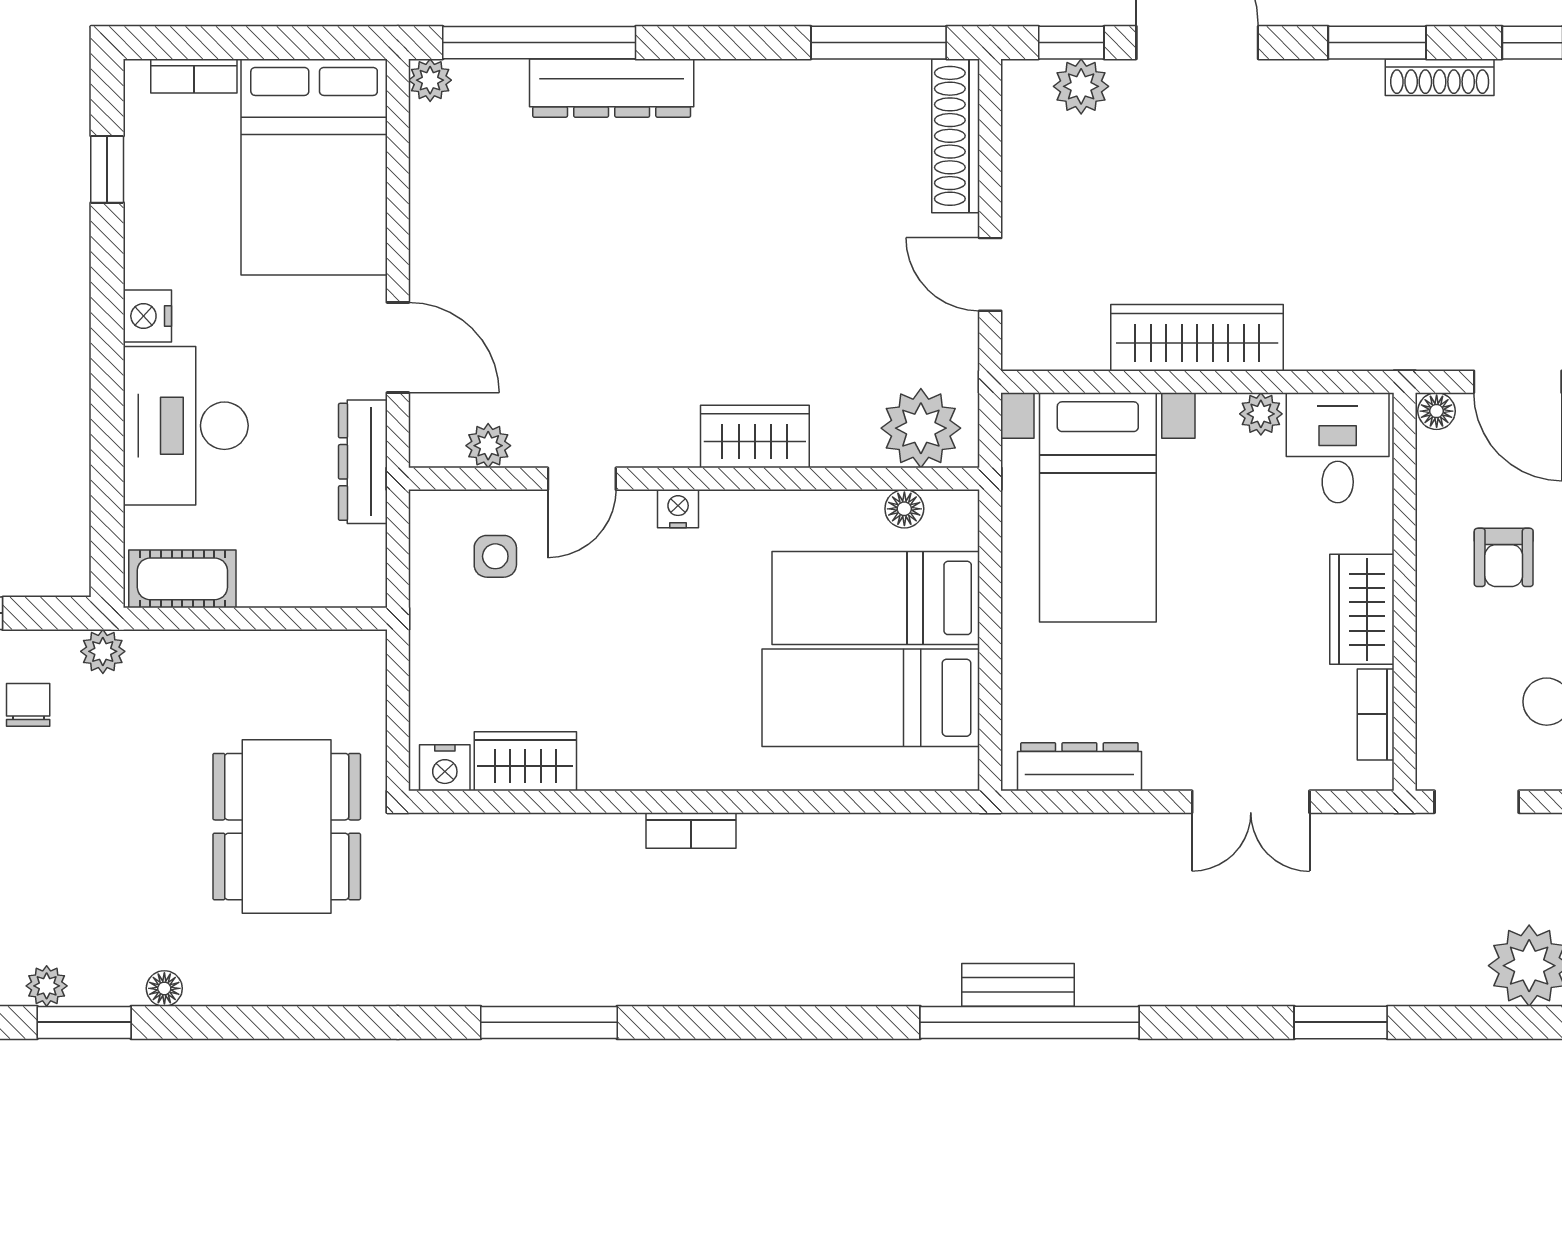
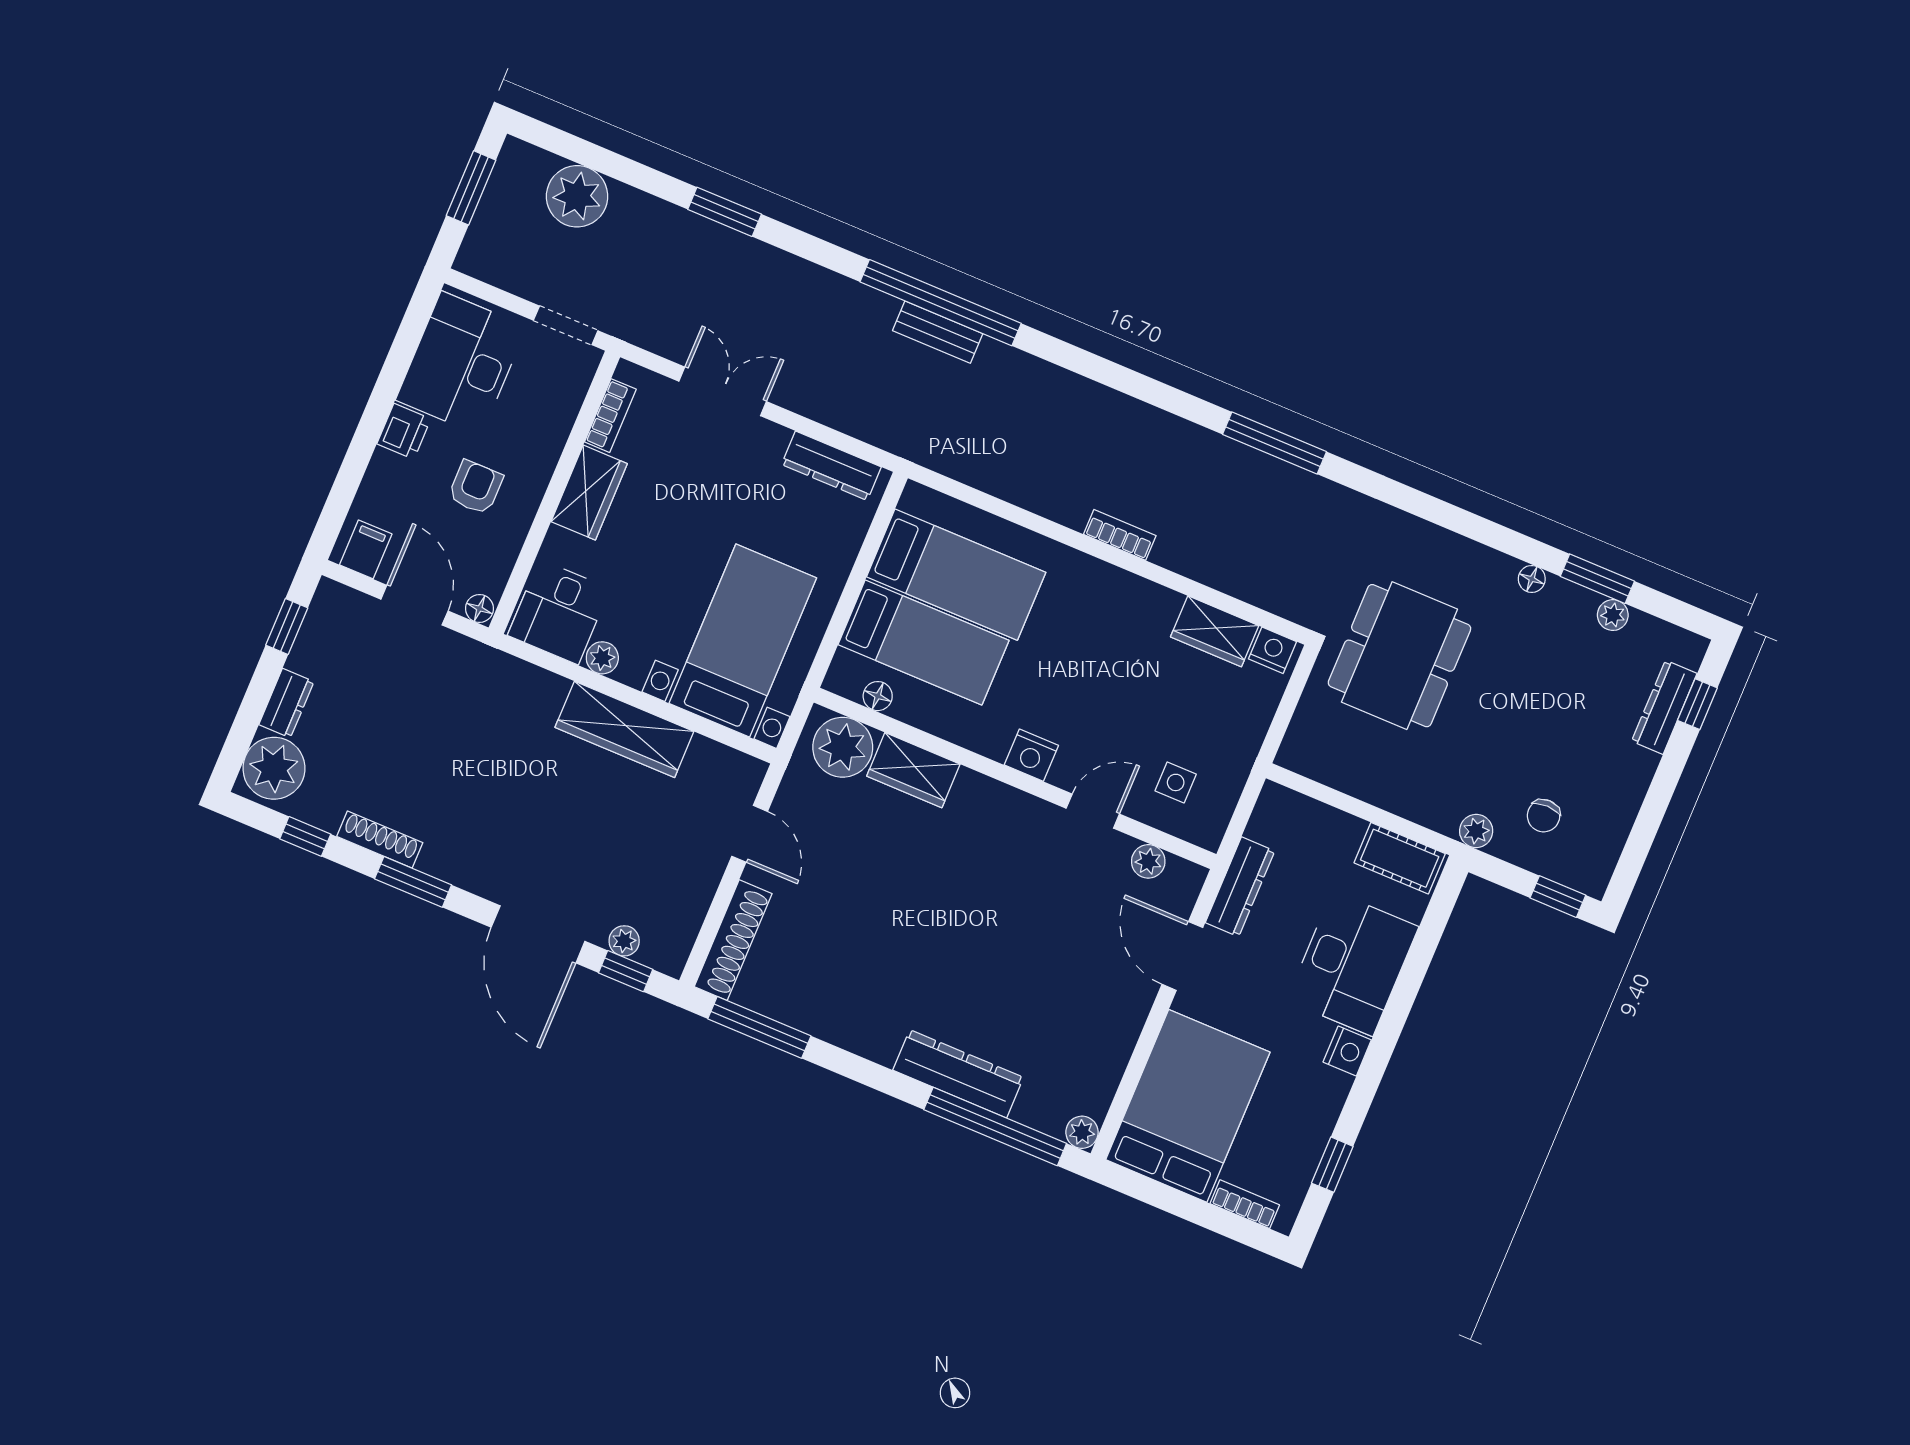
plant: (1081, 86) -> (624, 941), width x0.73, depth x0.73
wardrobe: (755, 436) -> (913, 770), moved
nightstand: (678, 509) -> (1031, 755), width x1.39, depth x1.35

